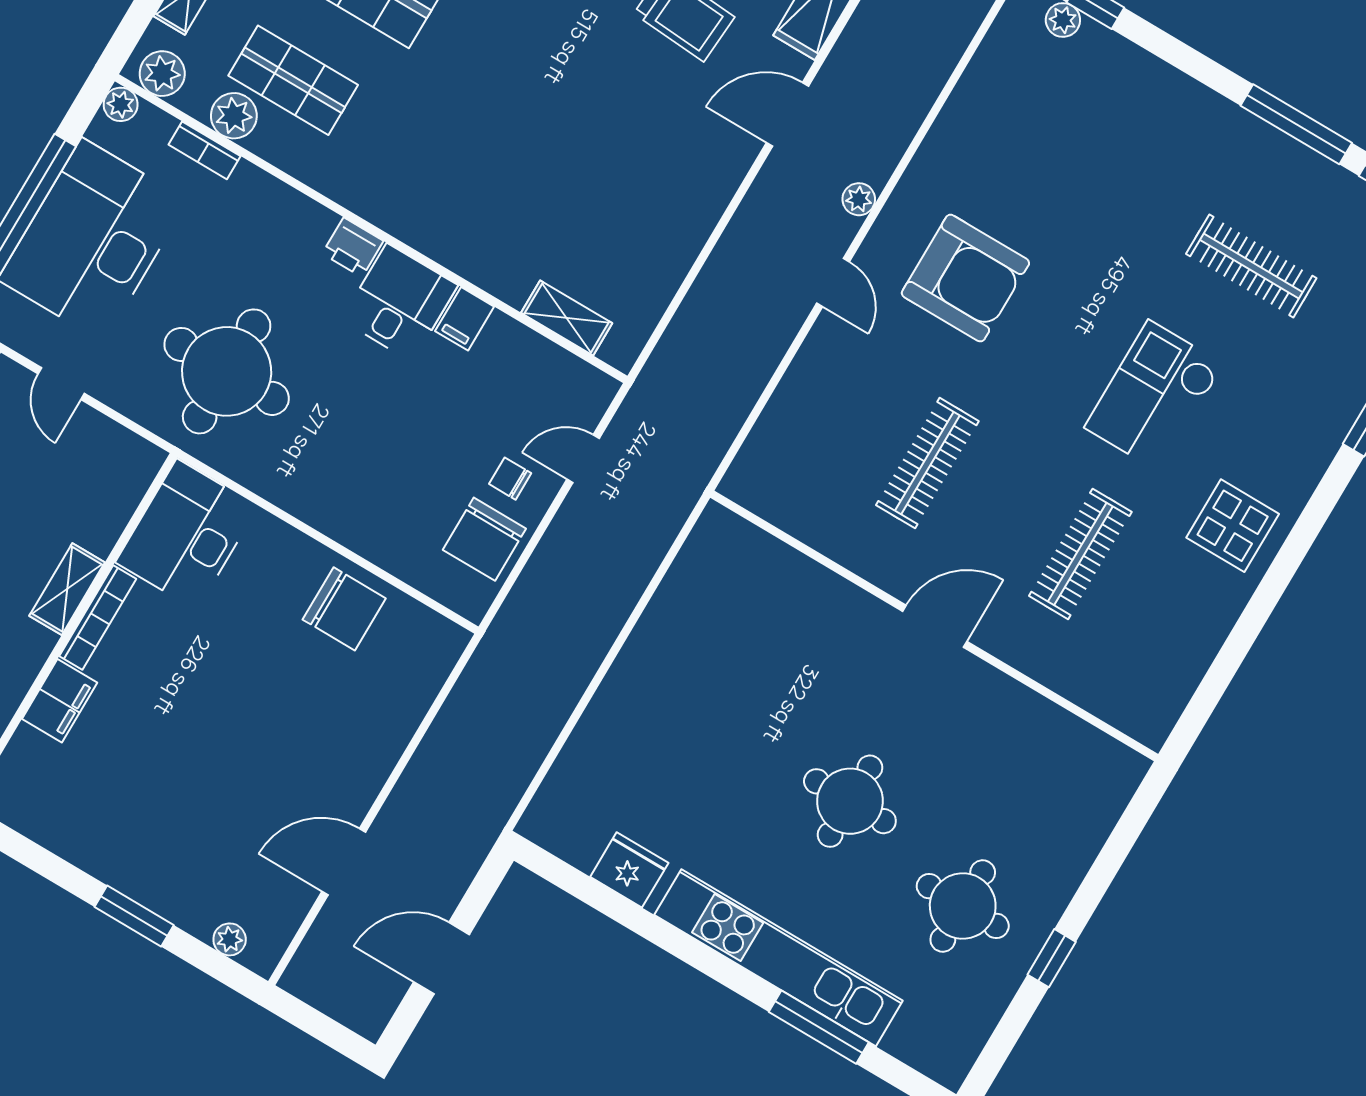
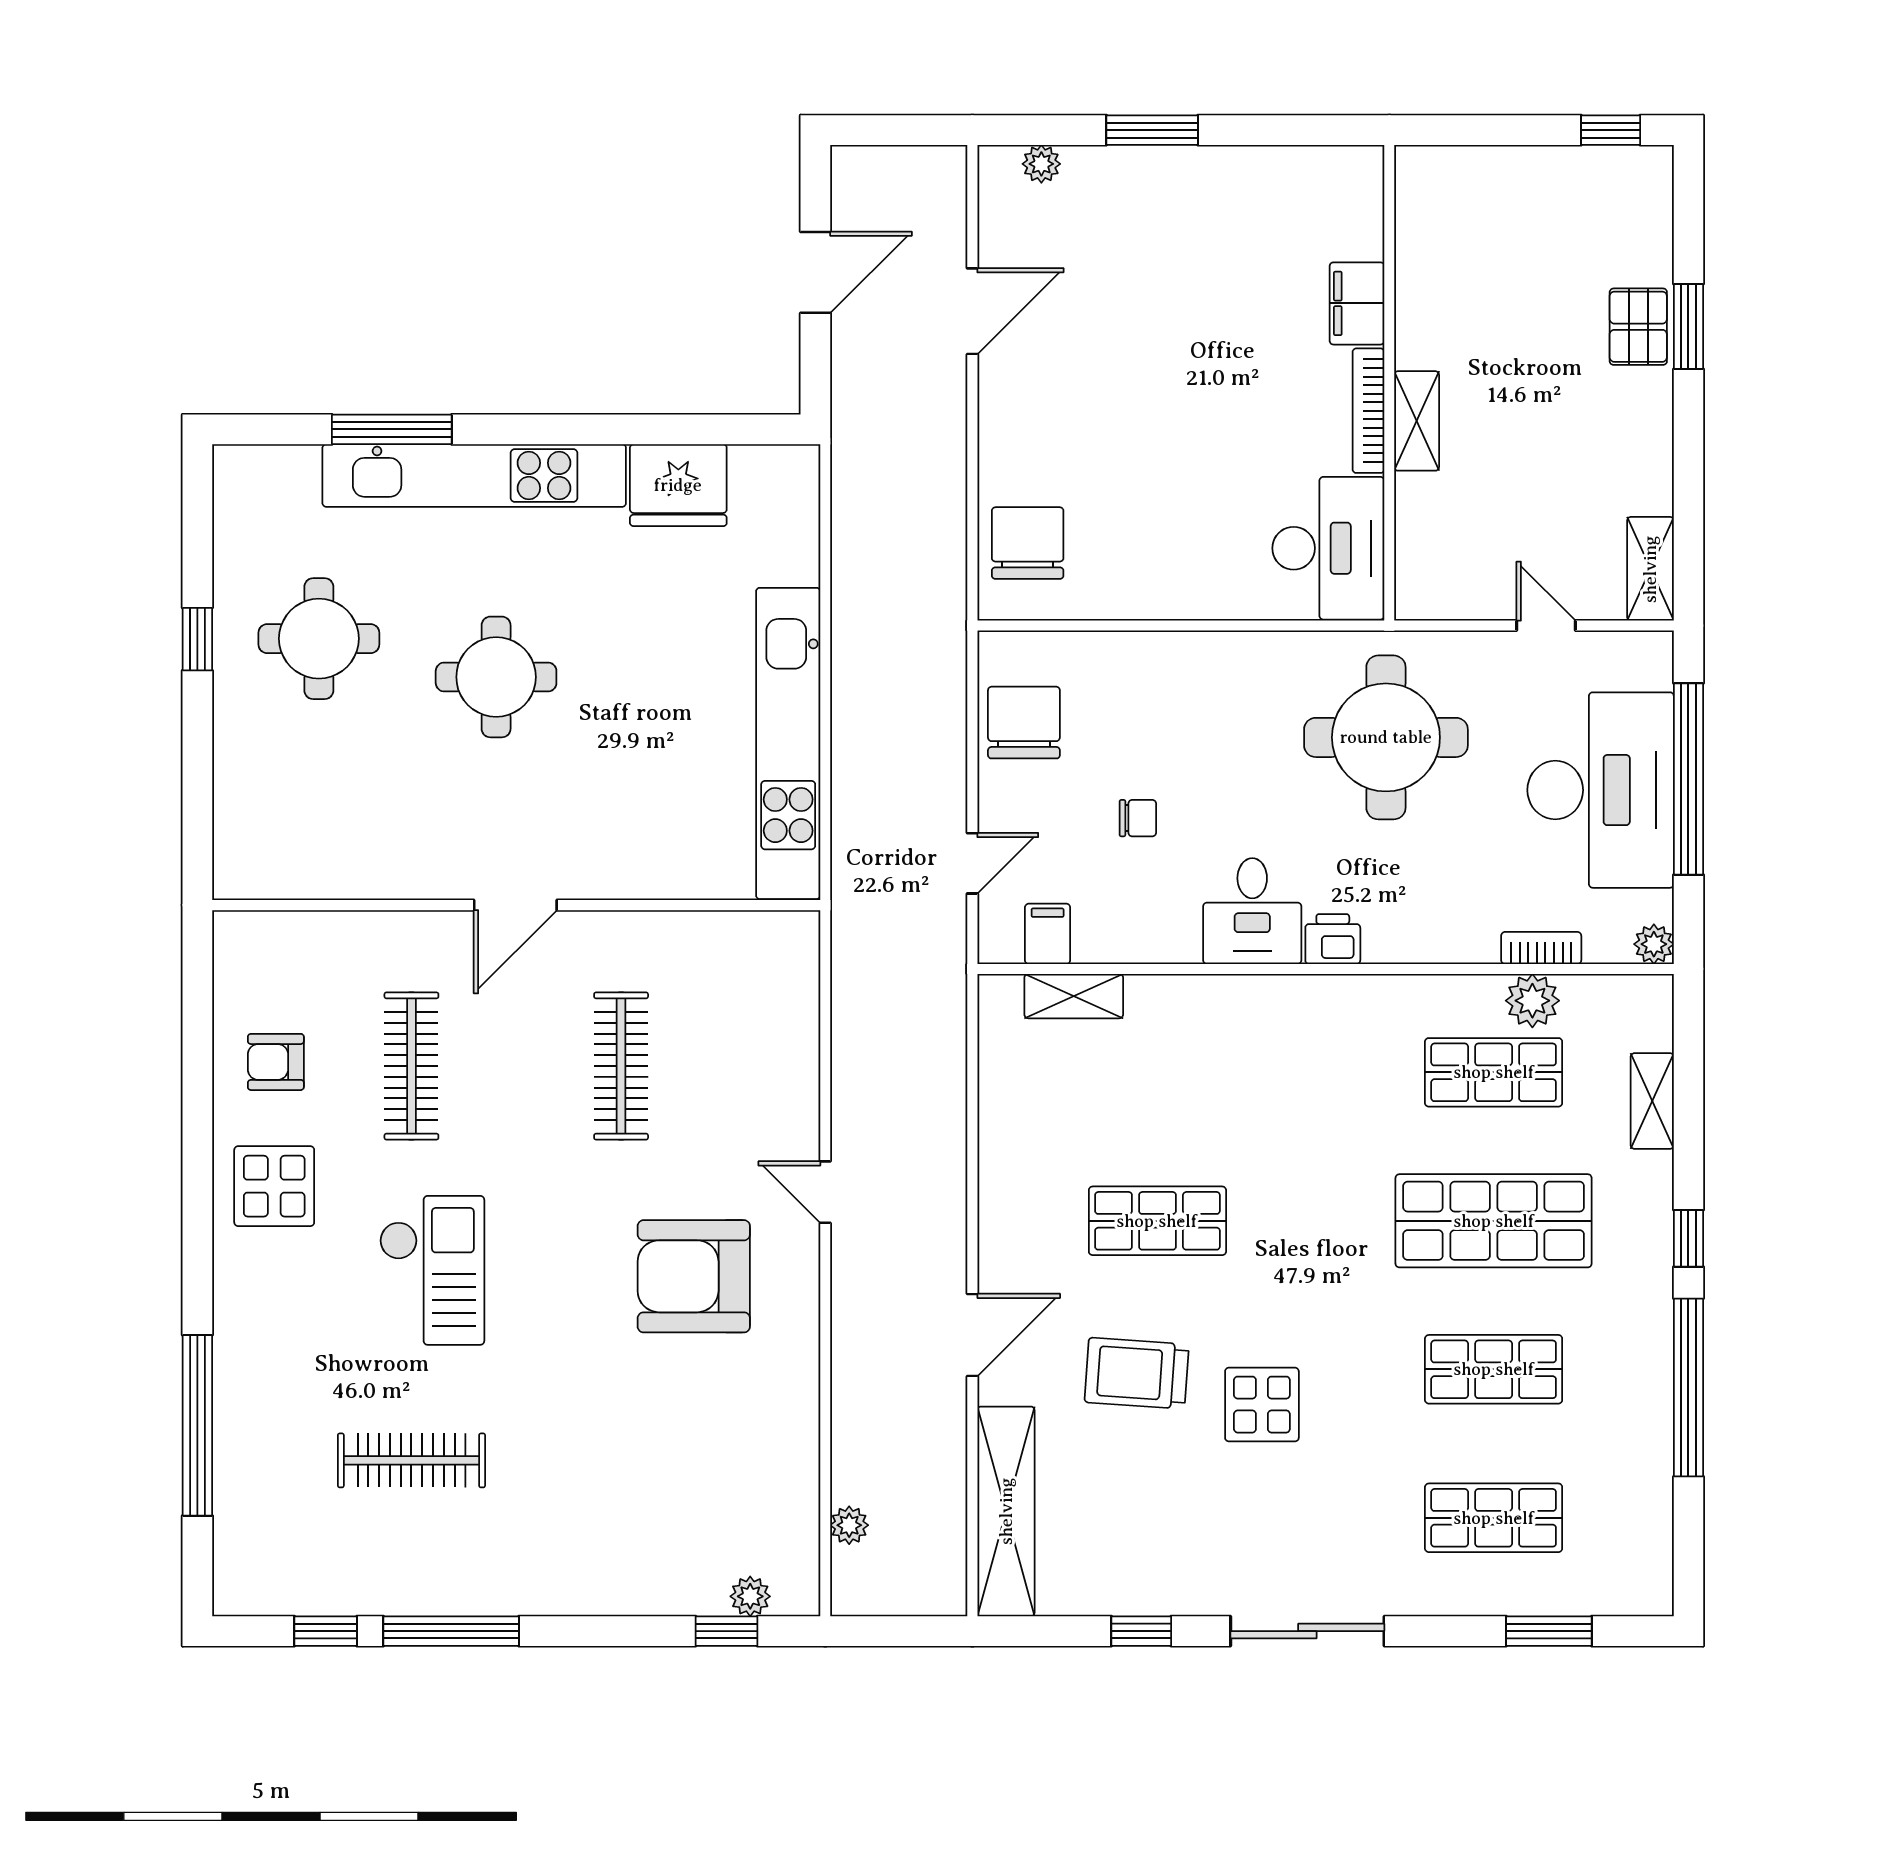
plant: (162, 74) -> (1630, 1000), removed
shop shelf: (603, 118) -> (1157, 1221), added
plant: (859, 199) -> (849, 1525), moved
filing cabinet: (465, 319) -> (1048, 934), moved
chair: (510, 479) -> (1138, 818), moved
chair: (344, 609) -> (1028, 543), moved, turned 90
armchair: (1178, 616) -> (276, 1062), added
kitchen unit: (666, 626) -> (788, 743), added
fridge: (629, 870) -> (678, 485), width x1.36, depth x1.34

